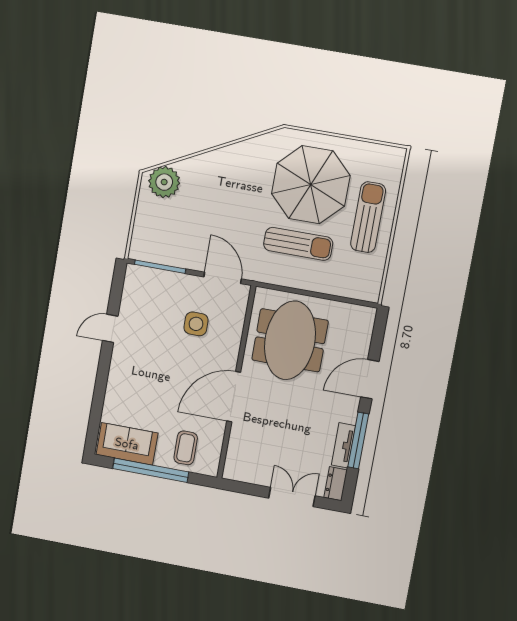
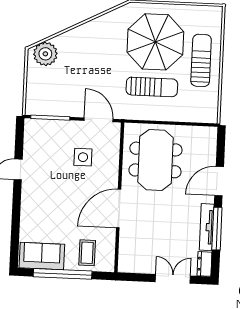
tv unit: (343, 445) -> (207, 227), width x1.41

